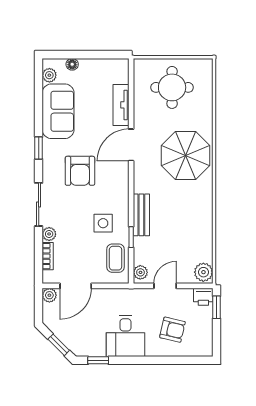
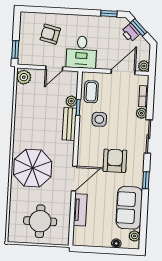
plant: (140, 272) -> (71, 101), moved
printer: (203, 297) -> (131, 33), moved, turned -135
desk: (125, 336) -> (82, 52), moved, turned 180

